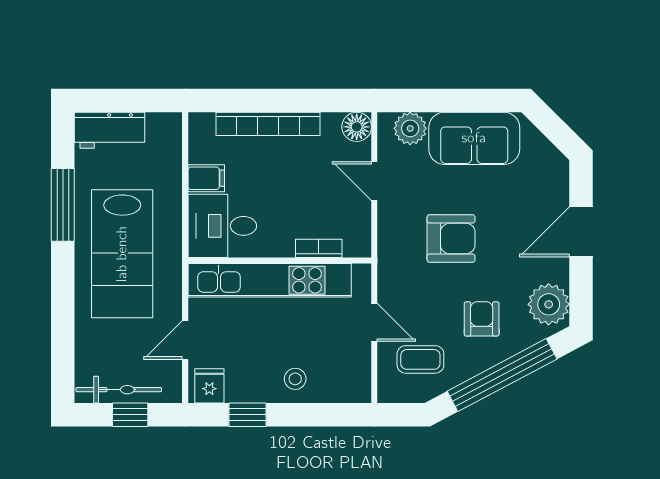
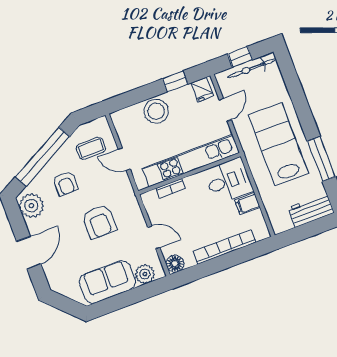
armchair: (451, 239) -> (99, 222), turned -90
stool: (295, 379) -> (156, 111), width x1.89, depth x1.89

